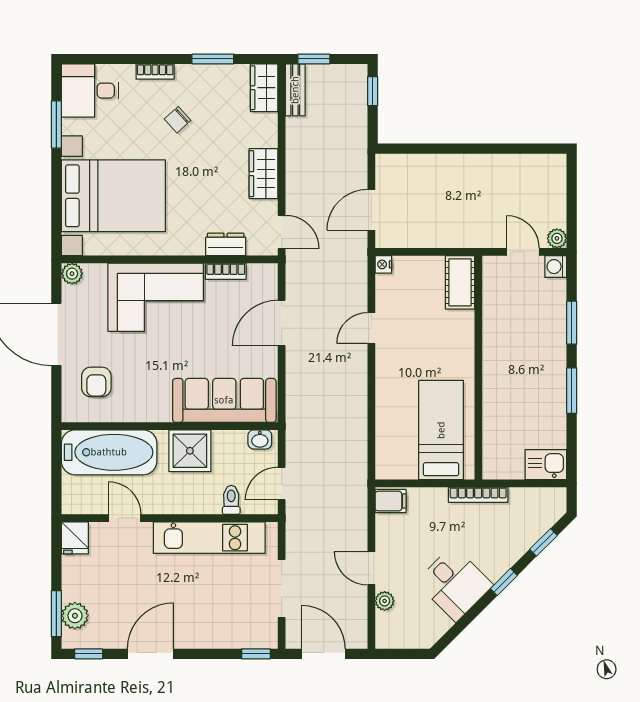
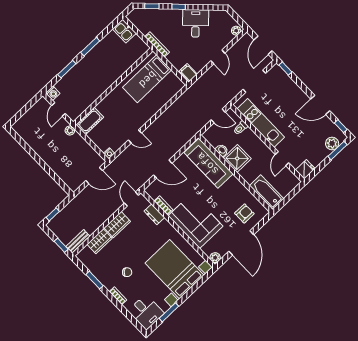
wardrobe: (264, 88) -> (100, 241), moved
plant: (557, 238) -> (70, 130), moved
washbasin: (260, 439) -> (222, 150), moved
bathtub: (109, 452) -> (267, 192), width x0.73, depth x0.73
plant: (385, 601) -> (236, 31), moved

